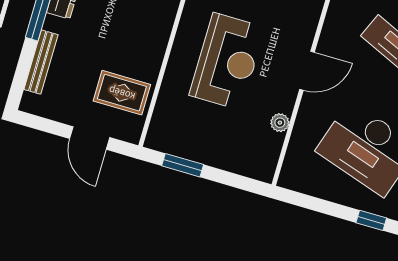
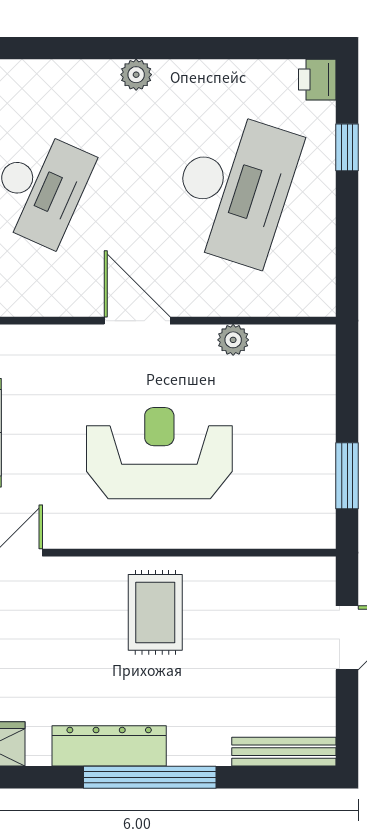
bench: (41, 62) -> (284, 752), moved
rug: (122, 93) -> (155, 612), moved

